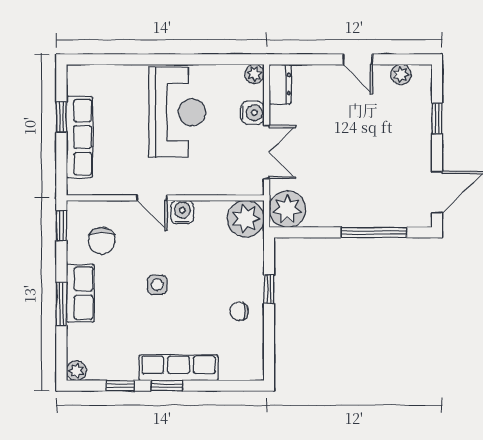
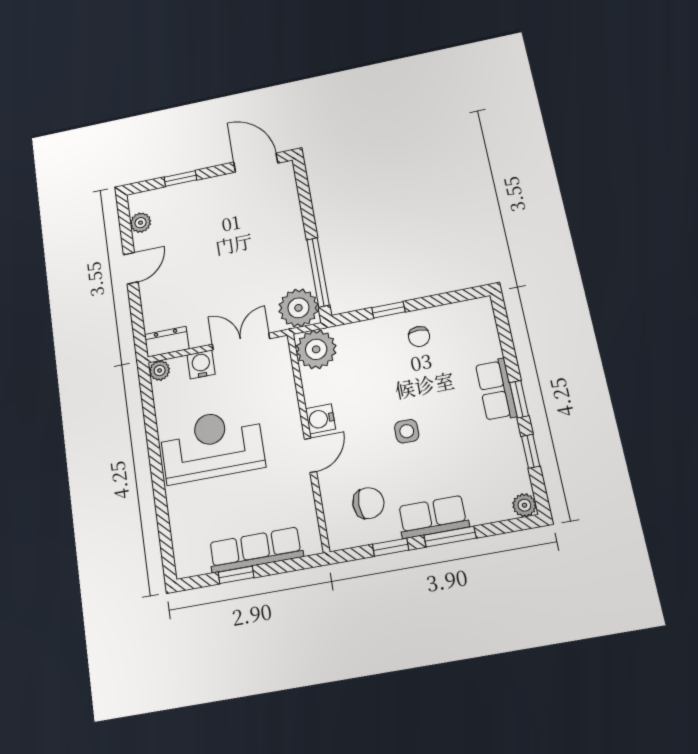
window: (61, 226) -> (391, 547), moved
window: (374, 232) -> (318, 272), moved
row of seats: (179, 368) -> (496, 390), width x0.68

